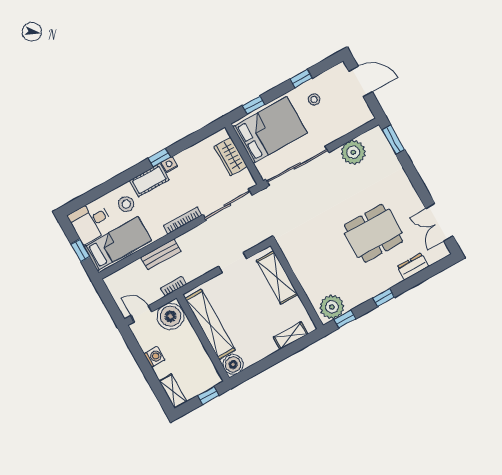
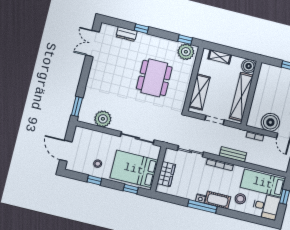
window: (159, 158) -> (202, 206), width x2.17
sliding door: (297, 166) -> (137, 138), width x0.73
sliding door: (227, 205) -> (190, 151), width x0.73
double door: (439, 222) -> (93, 44), swing flipped
dining table: (373, 233) -> (154, 78), moved, turned 90
bench: (161, 254) -> (233, 154), moved
window: (384, 298) -> (141, 29), moved
shelving: (210, 324) -> (241, 97), moved
wall: (203, 338) -> (251, 93), moved
boiler: (233, 364) -> (249, 66), moved

